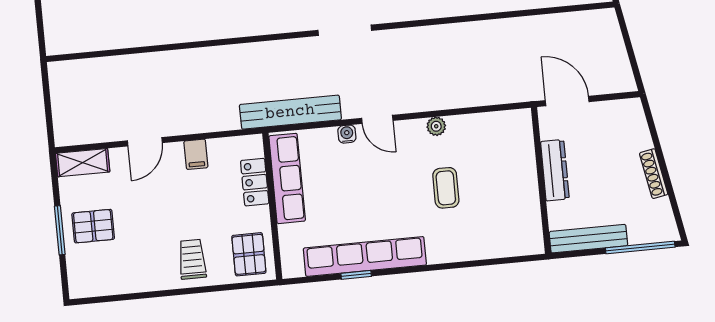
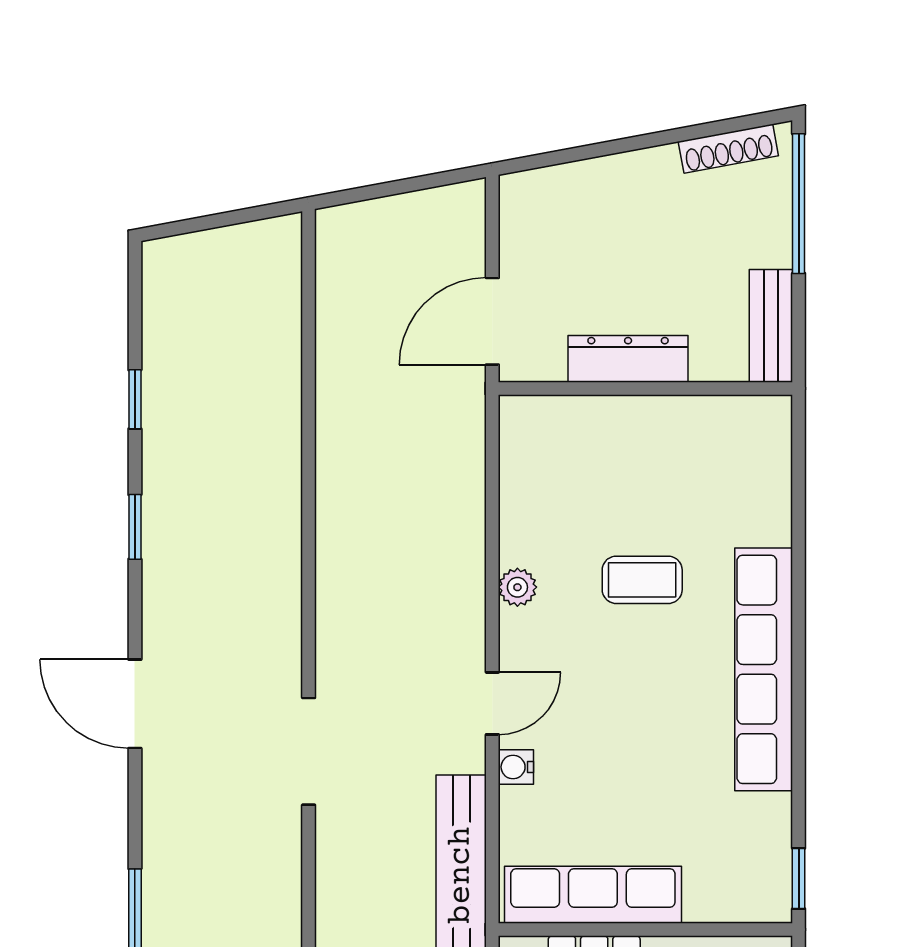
shoe rack: (654, 174) -> (728, 149), moved
bench: (588, 239) -> (771, 326), width x0.73
row of seats: (365, 257) -> (764, 669), moved
window: (356, 275) -> (799, 879), moved

